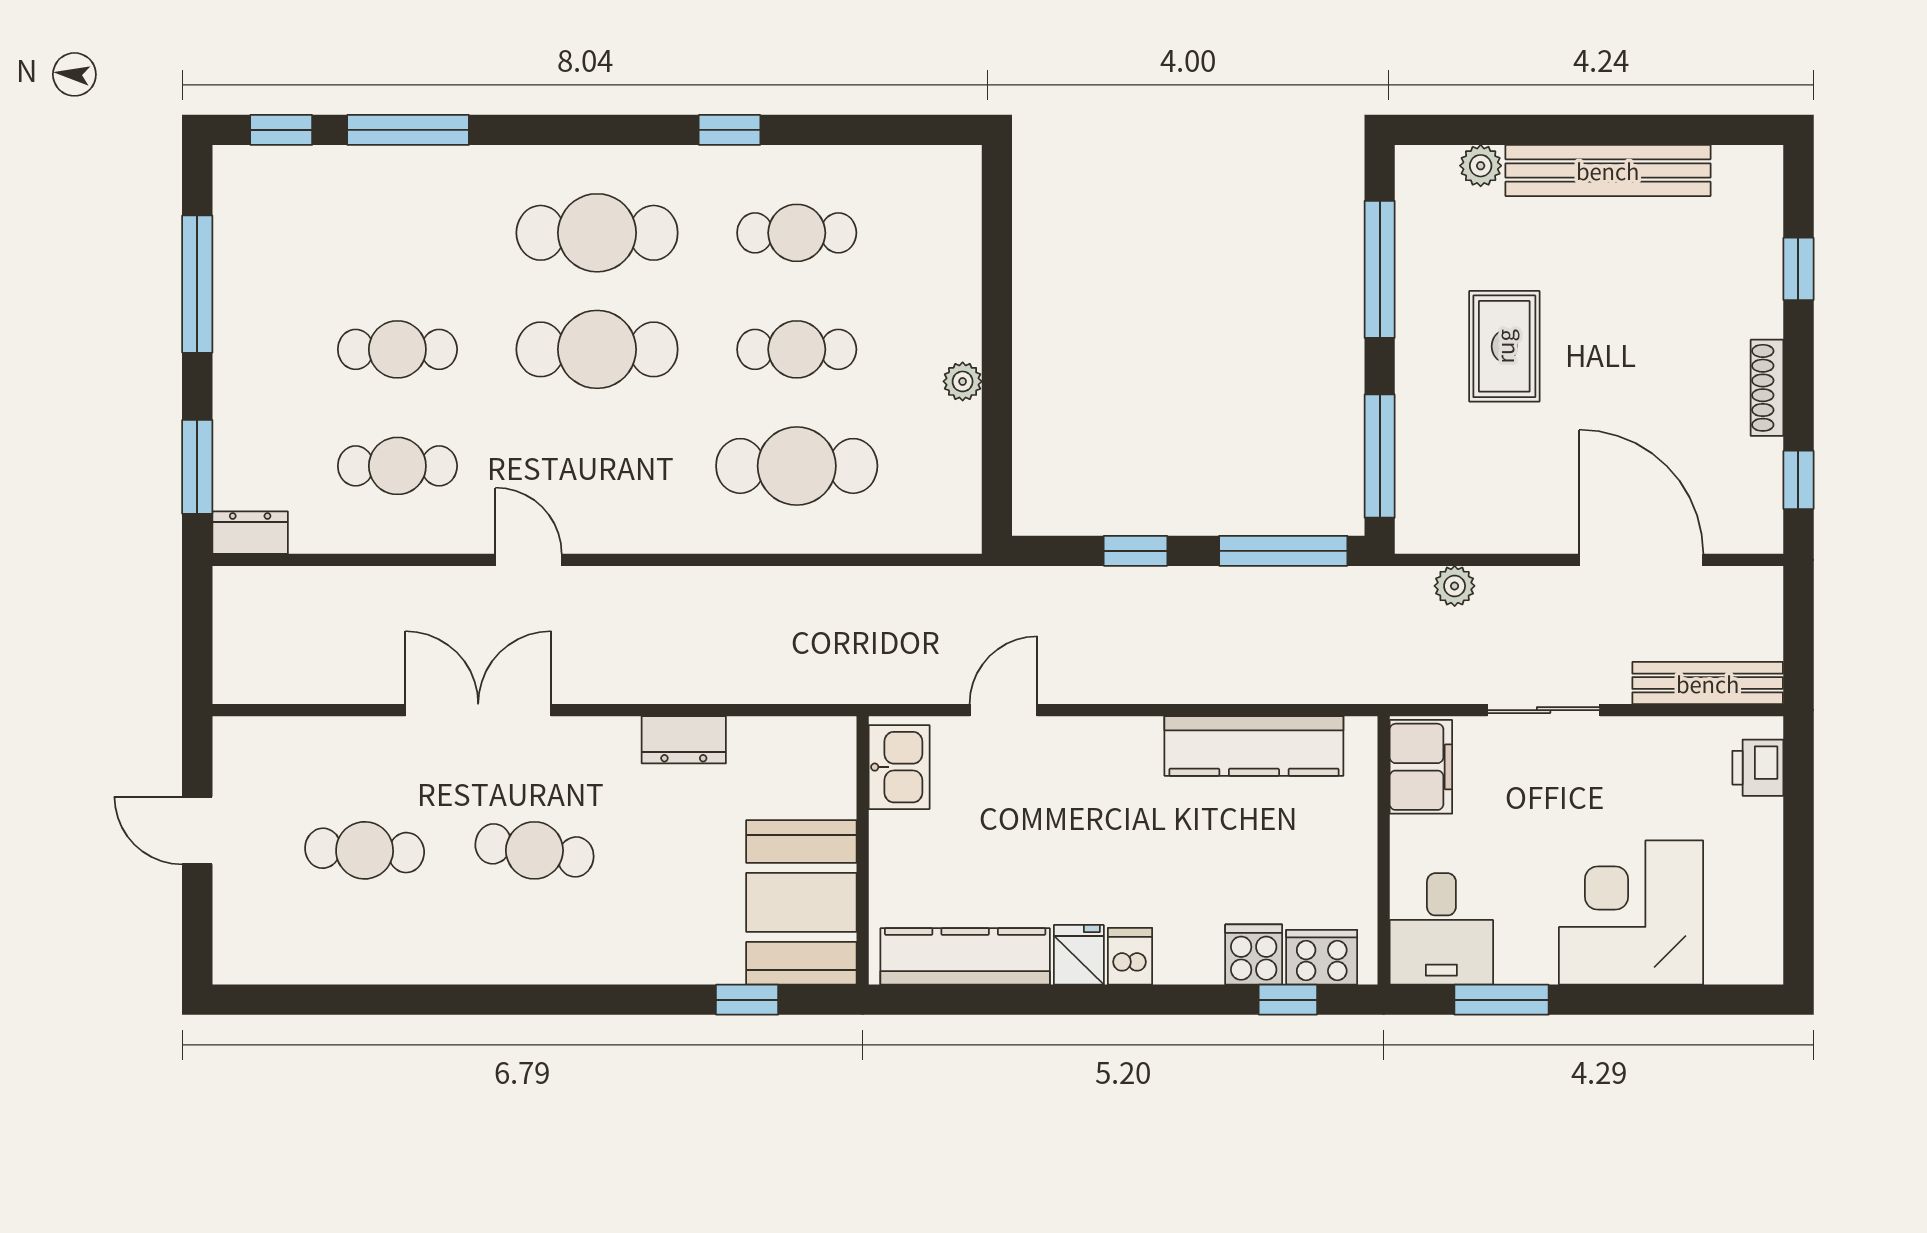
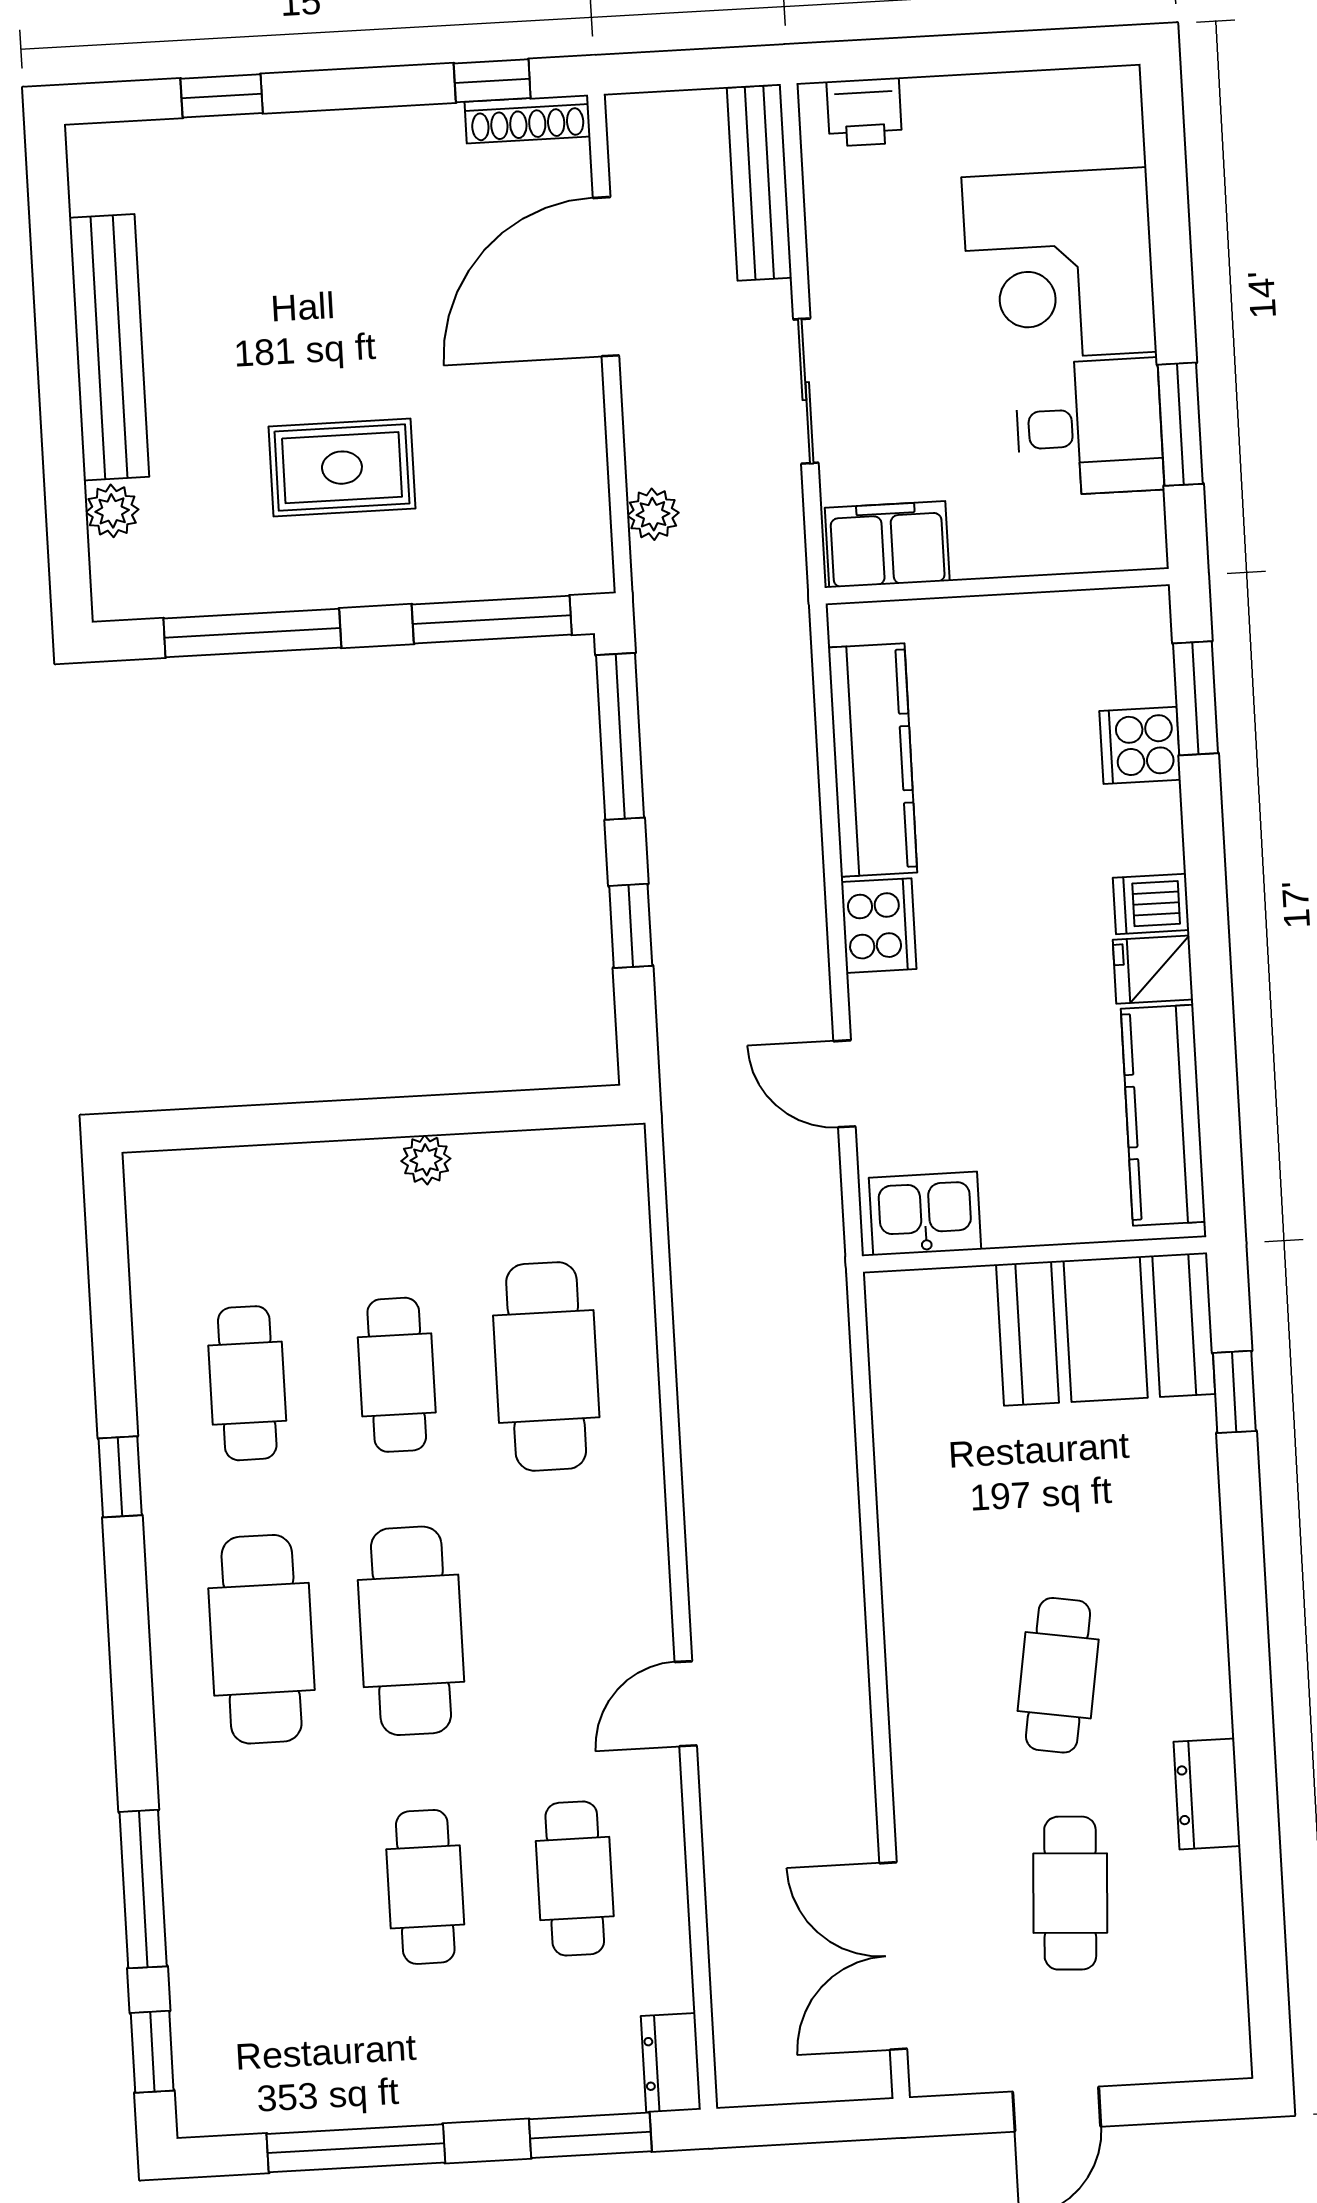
shoe rack: (1767, 388) -> (528, 119), moved
double door: (478, 710) -> (893, 1956), moved
dresser: (684, 740) -> (1207, 1794), moved, turned 180
desk: (1441, 929) -> (1089, 427), moved
cooker: (1322, 957) -> (879, 926), moved, turned 180
window: (1288, 1000) -> (1195, 698), width x1.50

